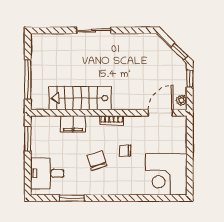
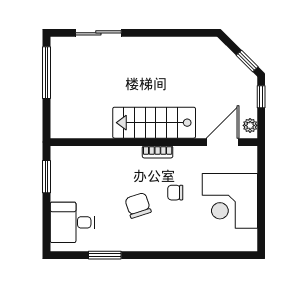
sliding door: (94, 30) -> (98, 33), moved
window: (28, 80) -> (47, 73), moved
stairs: (80, 98) -> (154, 123), moved
filing cabinet: (73, 124) -> (106, 157), removed
corner desk: (166, 174) -> (230, 201), moved

